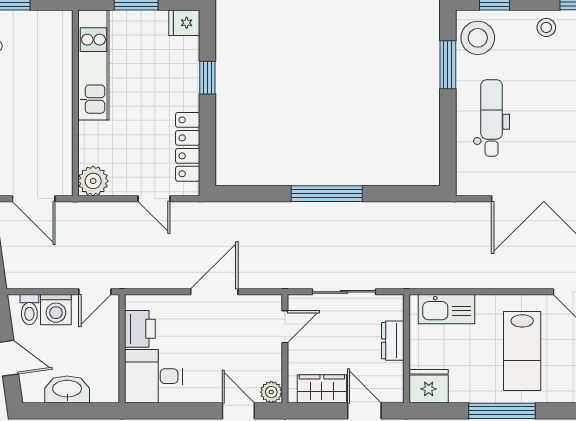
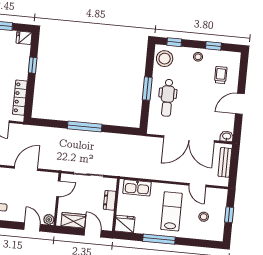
window: (448, 65) -> (147, 89), moved
dental chair: (492, 118) -> (167, 98), turned 180
lab bench: (522, 351) -> (171, 211), turned 180

